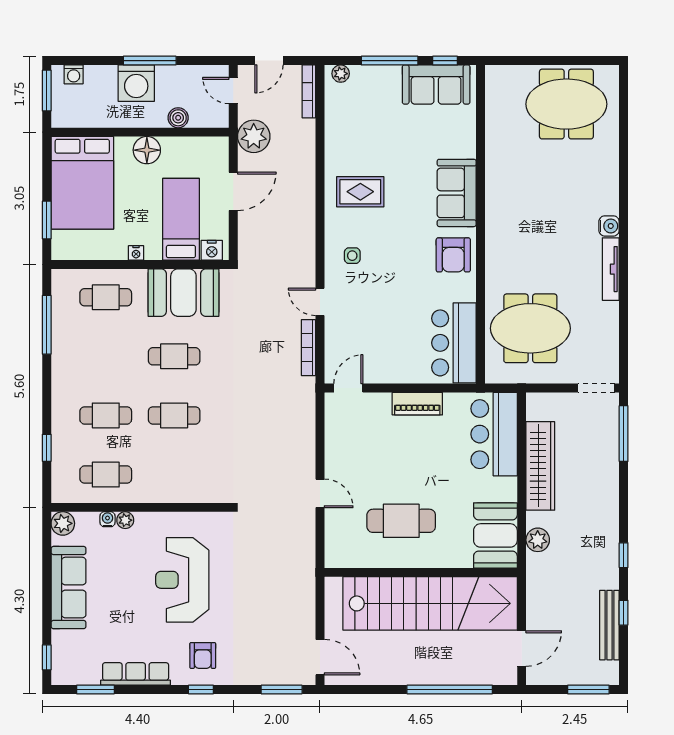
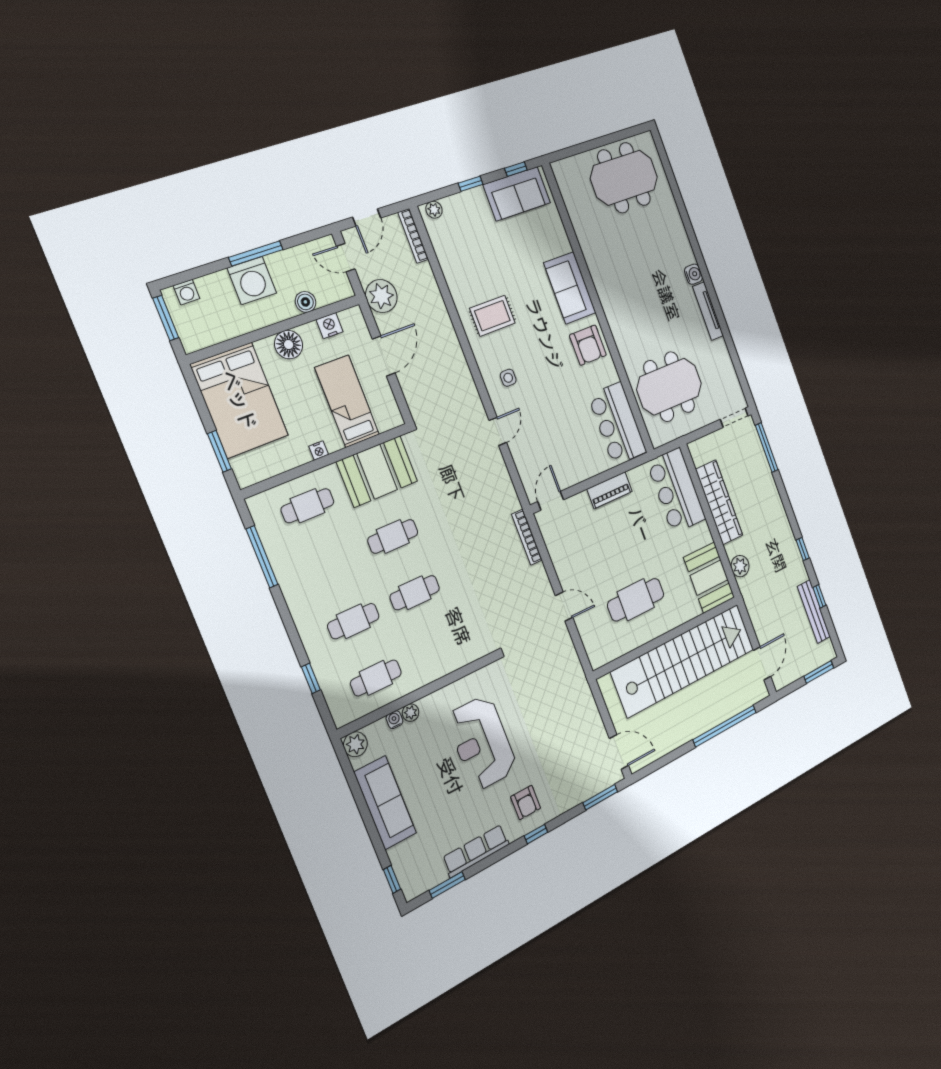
window: (390, 61) -> (471, 184), width x0.46
nightstand: (212, 250) -> (330, 326), moved, turned 180
door: (320, 302) -> (498, 431), swing flipped
bookcase: (308, 348) -> (527, 537), moved

